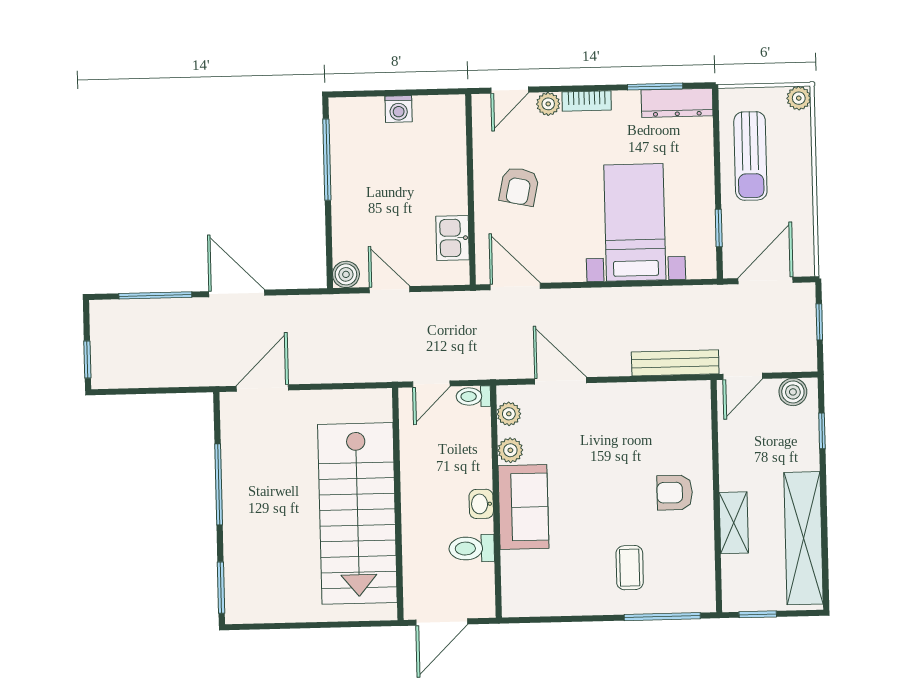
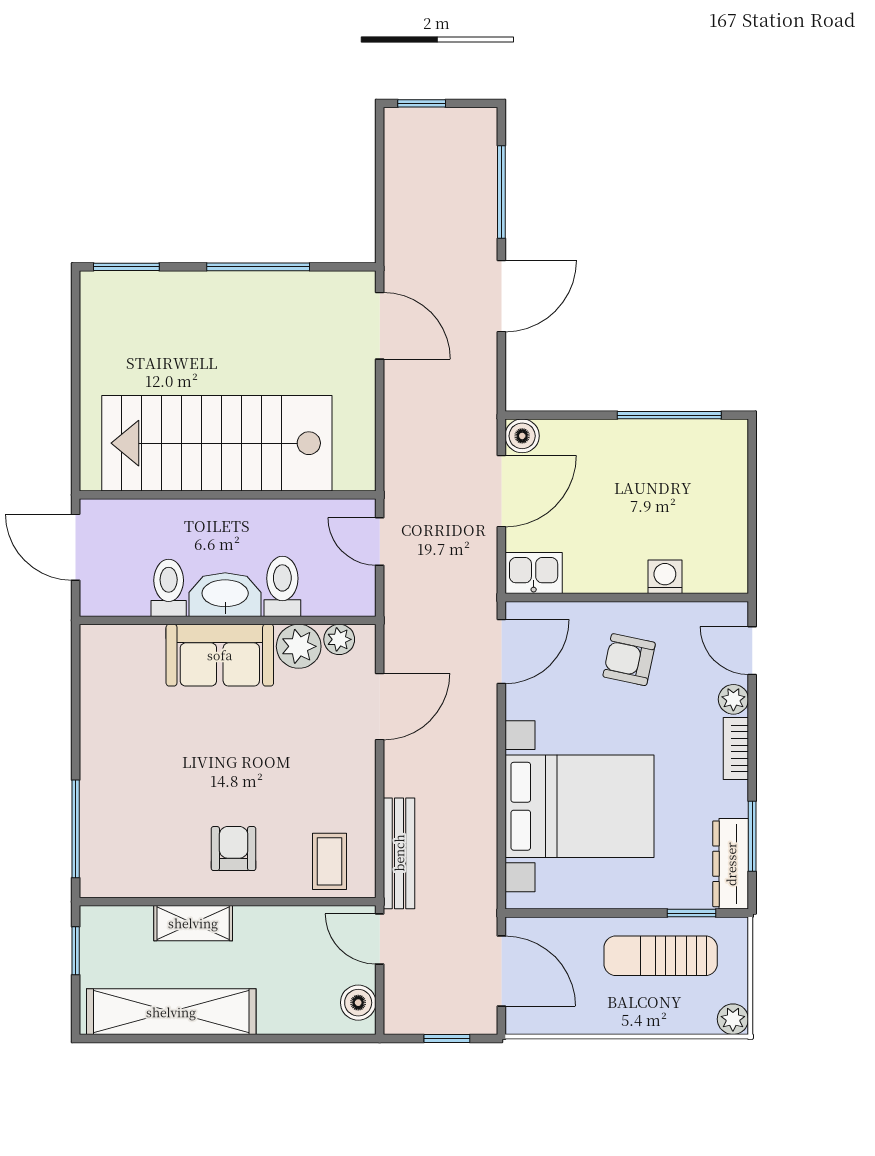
washing machine: (399, 109) -> (665, 577), moved, turned 90
bed with nightstands: (635, 222) -> (580, 806), width x1.36
window: (719, 228) -> (691, 913), moved
kitchen sink: (453, 238) -> (534, 573), moved
door: (390, 290) -> (501, 491), width x1.38
toilet: (473, 396) -> (282, 586), moved, width x1.37, depth x1.39
window: (822, 431) -> (308, 1038), removed
plant: (510, 450) -> (299, 646), width x1.38, depth x1.38
washbasin: (481, 504) -> (225, 595), width x1.91, depth x1.45
coffee table: (630, 568) -> (330, 861), moved, turned 90

